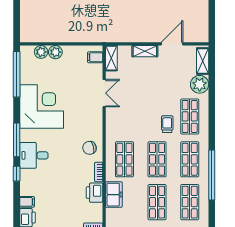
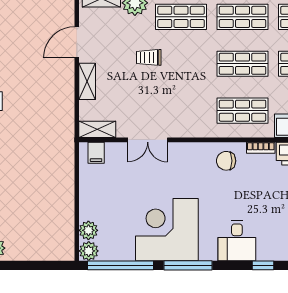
door: (172, 44) -> (77, 42), hinge flipped
plant: (55, 52) -> (89, 251), moved
double door: (104, 93) -> (148, 140), swing flipped
trolley: (167, 124) -> (149, 57), moved
window: (17, 140) -> (188, 265), moved
chair: (89, 148) -> (226, 161), turned 102

